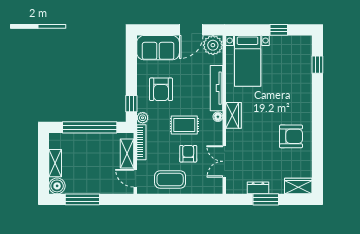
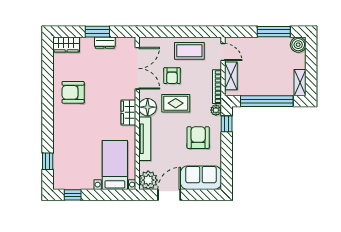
window: (279, 30) -> (73, 195), moved
floor lamp: (218, 117) -> (148, 107), width x1.89, depth x1.89
double door: (224, 161) -> (137, 68), width x1.37
shelving: (55, 163) -> (300, 83), moved

